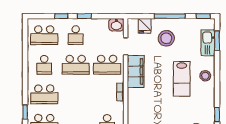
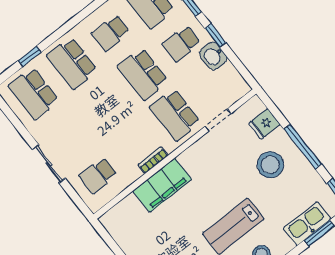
washbasin: (116, 25) -> (213, 56), moved
filing cabinet: (136, 71) -> (162, 185), moved

